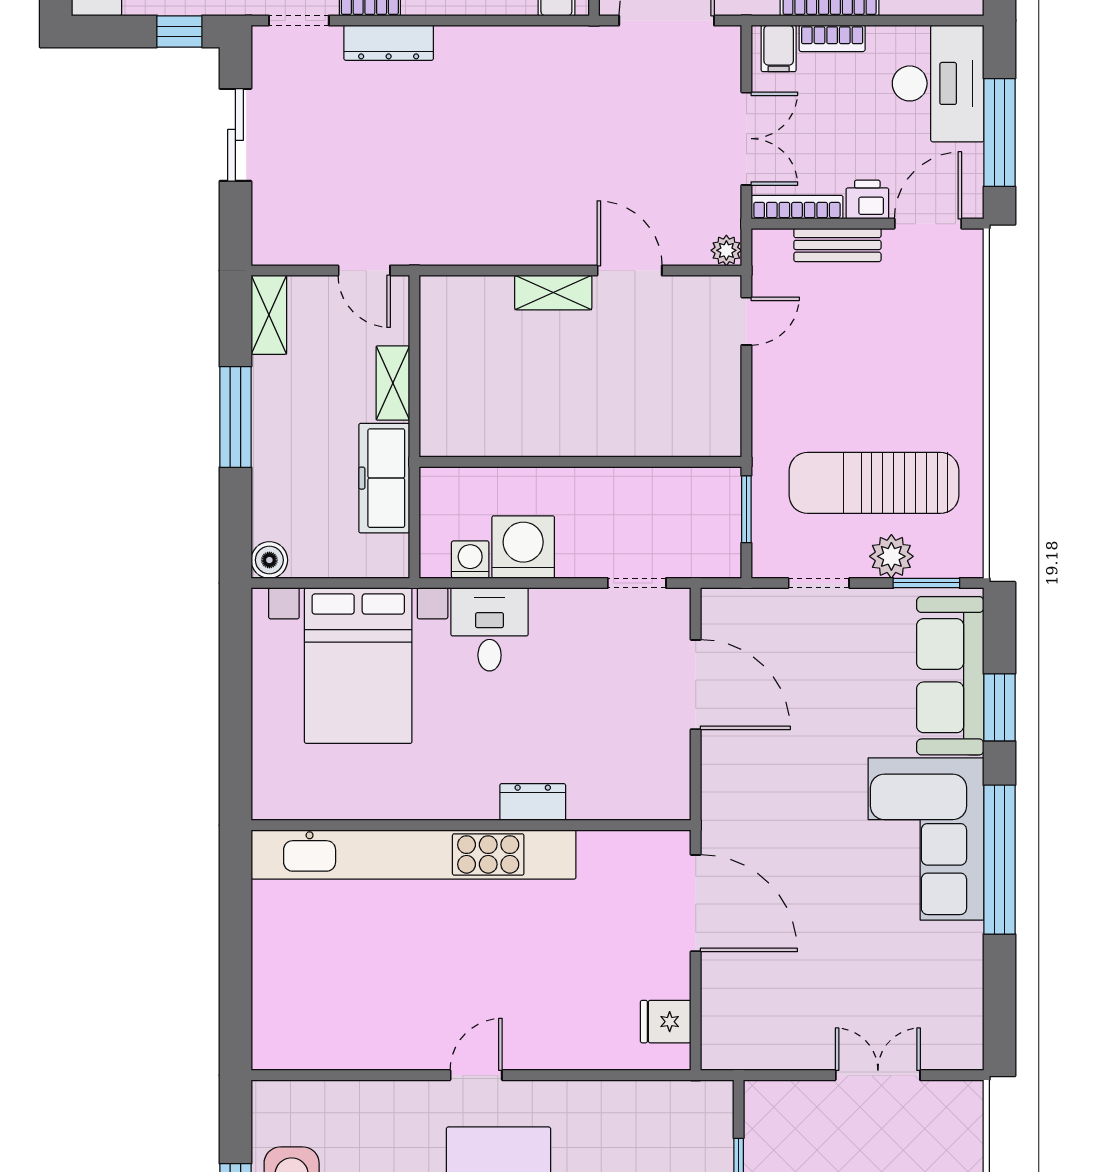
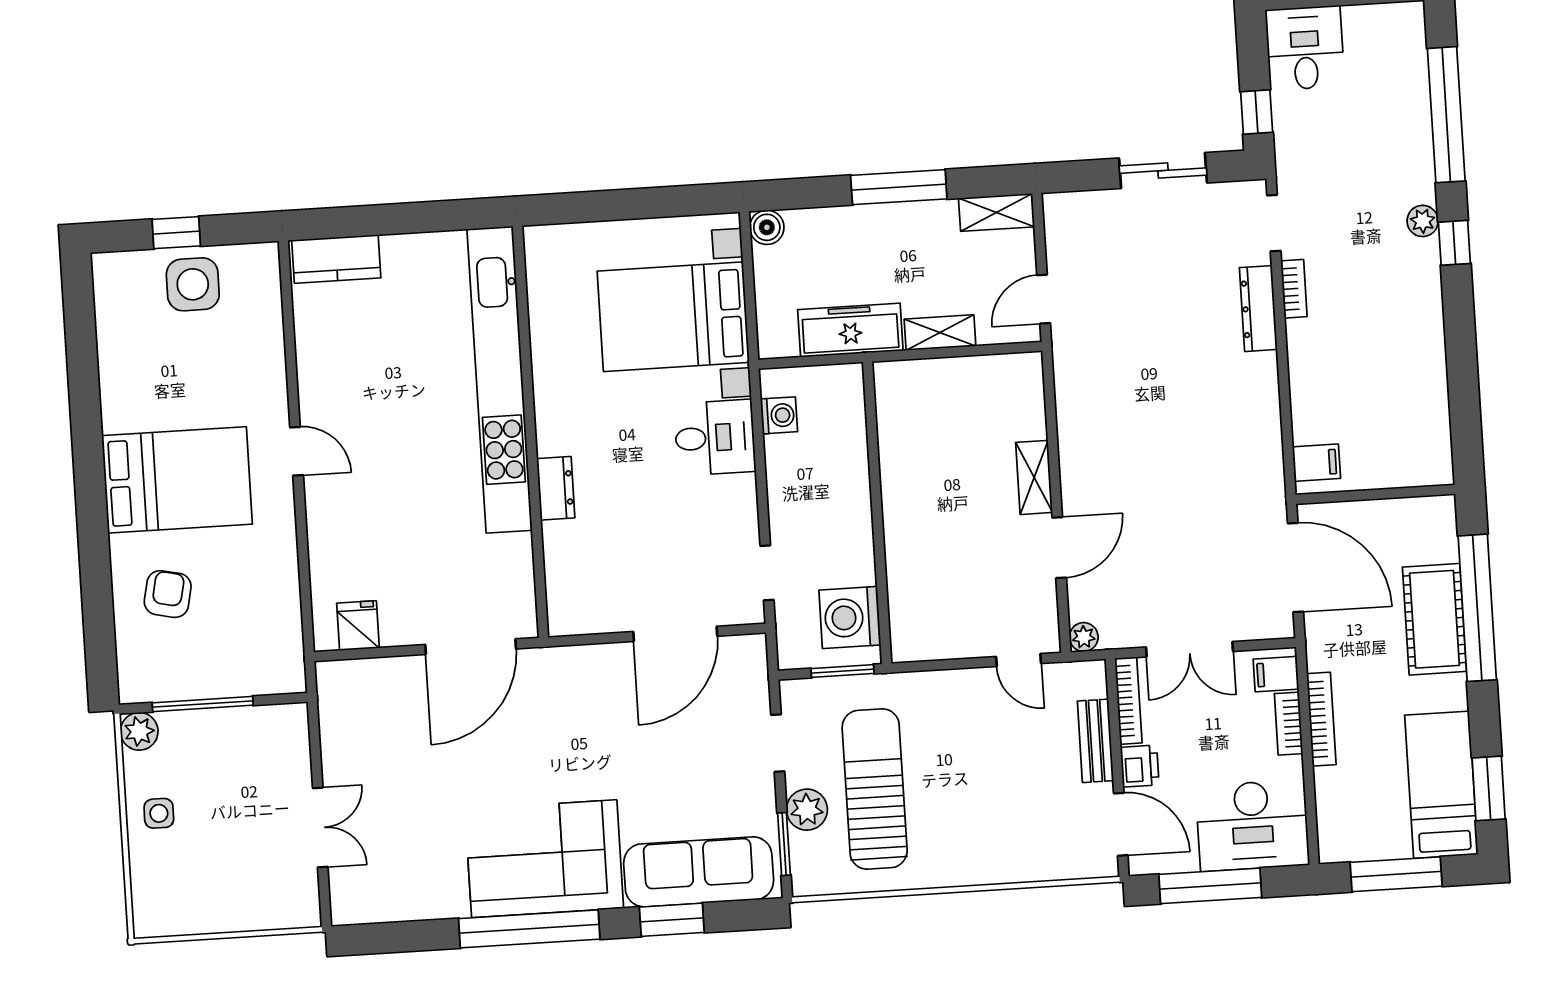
washing machine: (523, 547) -> (850, 618), moved, turned 180
kitchen counter: (274, 1020) -> (336, 259), added

